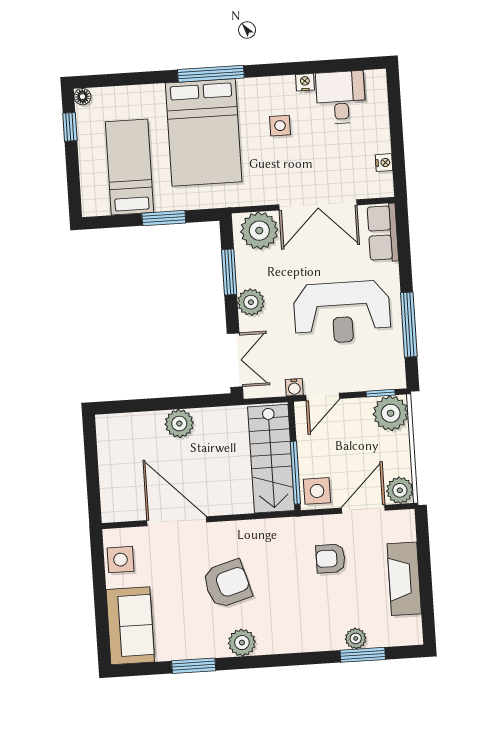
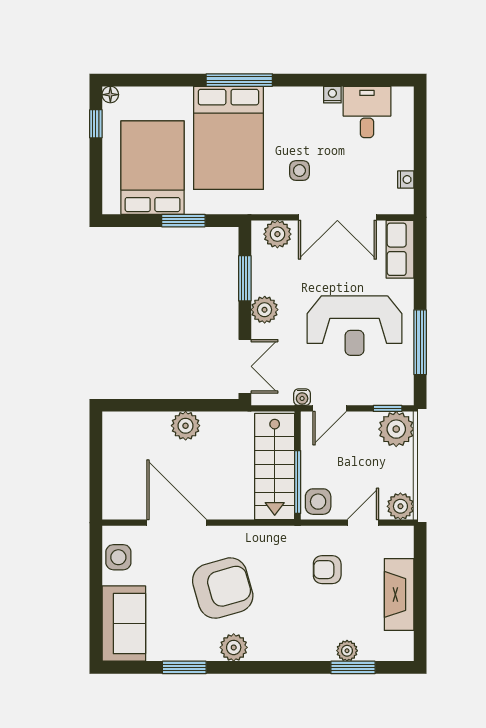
side table: (280, 126) -> (299, 171), moved
bed: (130, 167) -> (153, 168), width x1.50
plant: (259, 231) -> (277, 234), width x0.73, depth x0.73
door: (363, 509) -> (363, 523), width x0.73
armchair: (227, 584) -> (223, 588), width x1.36, depth x1.36

